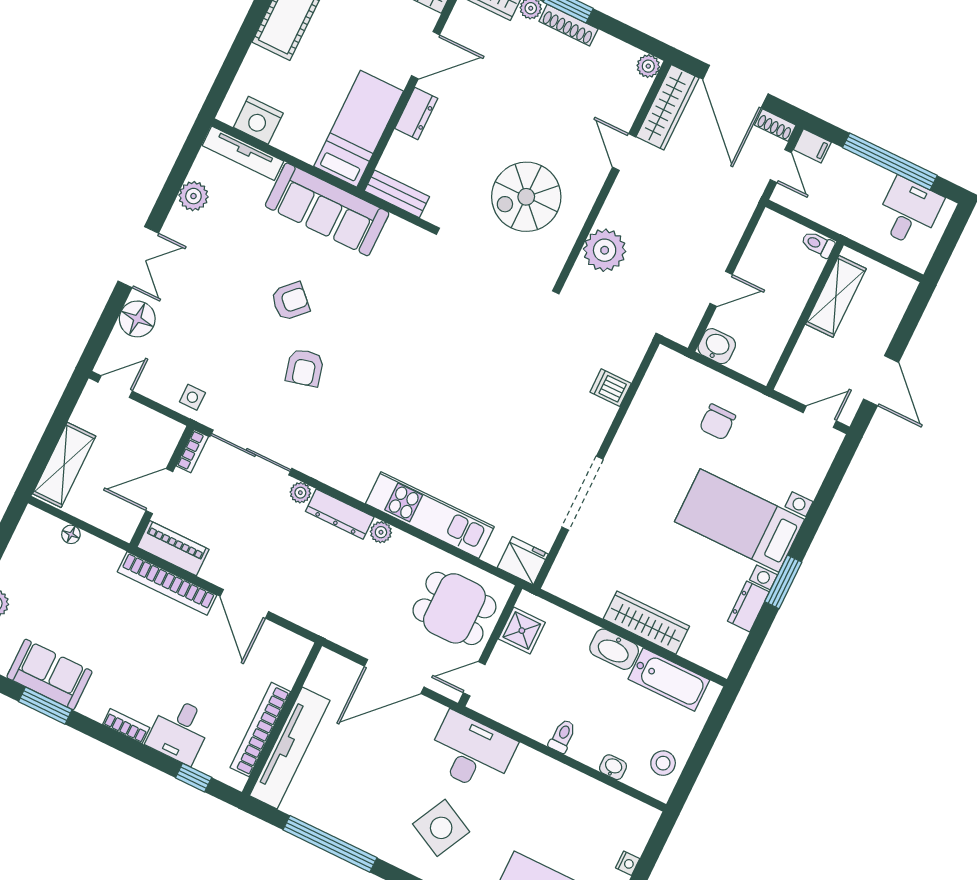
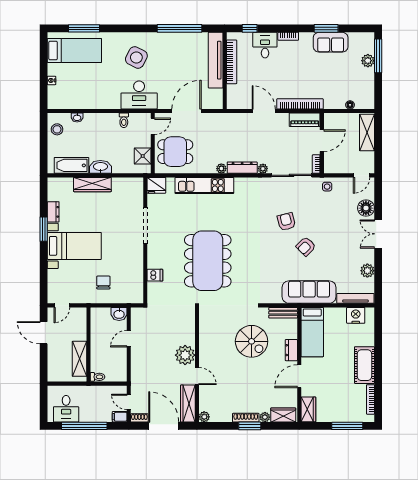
spiral stairs: (526, 197) -> (252, 341), moved, turned 90
plant: (605, 250) -> (185, 355), moved
dining table: (494, 366) -> (208, 261), added
toilet: (562, 736) -> (124, 120), moved

